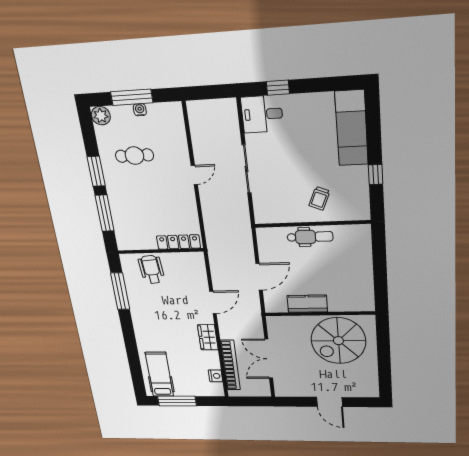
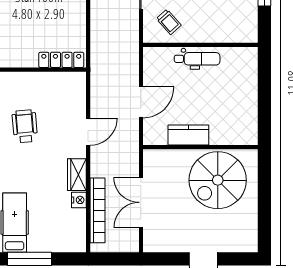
trolley: (319, 198) -> (169, 22), moved, turned -65
wheelchair: (152, 269) -> (25, 126), moved
nightstand: (216, 376) -> (79, 200), moved

